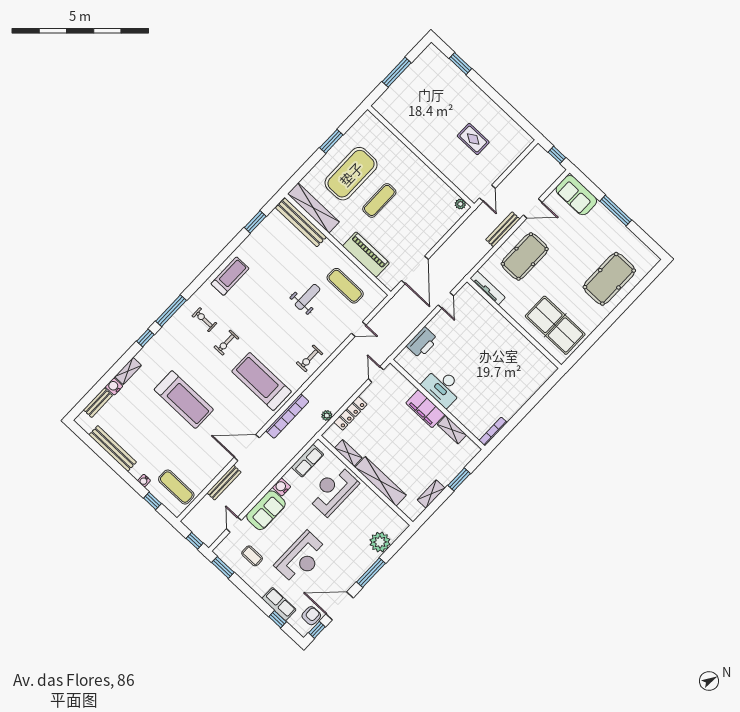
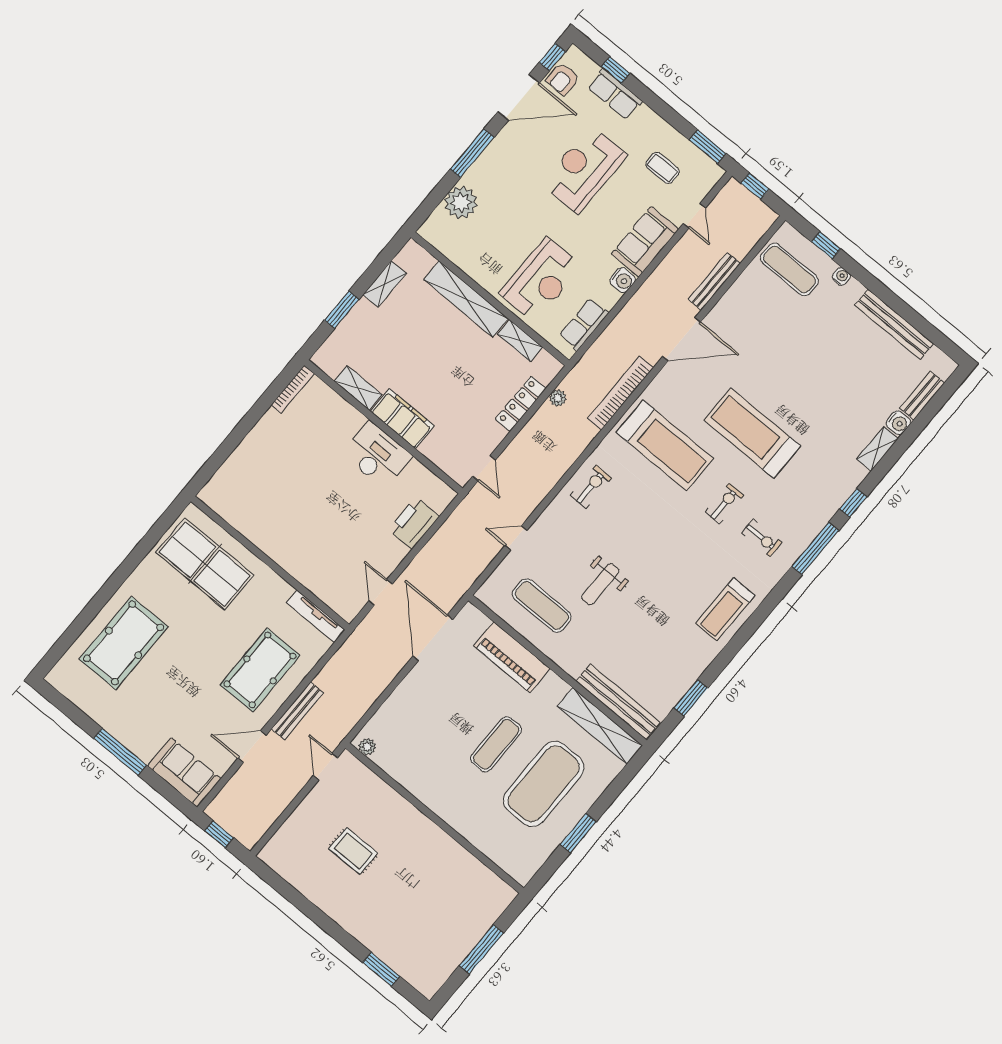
treadmill: (184, 400) -> (752, 433), moved

